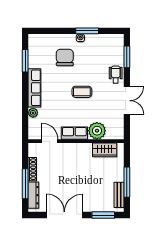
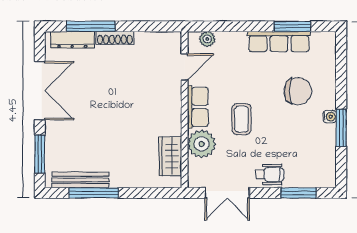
row of seats: (34, 88) -> (279, 41), moved
plant: (97, 131) -> (202, 144), moved
row of seats: (74, 133) -> (198, 107), moved
door: (50, 141) -> (185, 67), moved
wall: (76, 141) -> (185, 110), moved
wardrobe: (105, 150) -> (170, 156), moved
bench: (119, 195) -> (80, 180), width x1.36

